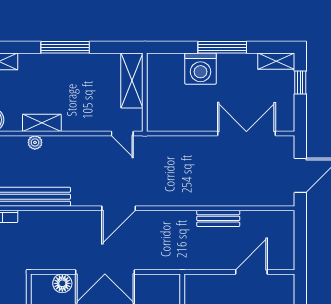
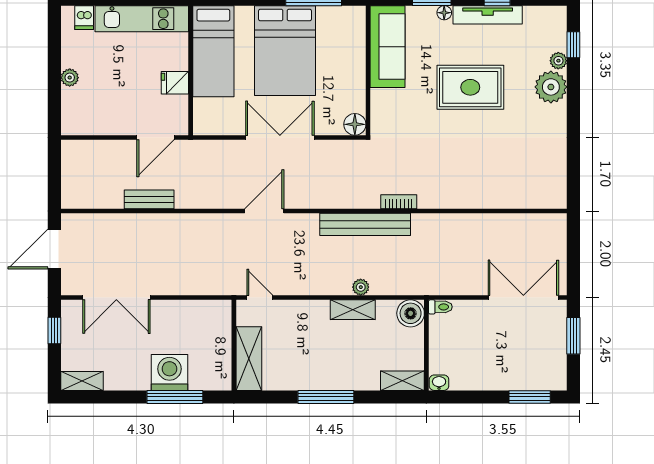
window: (222, 47) -> (175, 397), moved
window: (300, 83) -> (54, 331), moved
door: (251, 272) -> (156, 137), moved
floor lamp: (62, 283) -> (355, 124), moved

